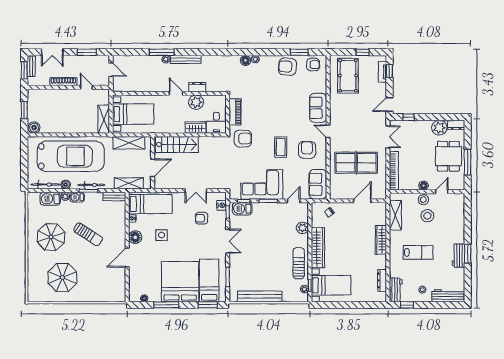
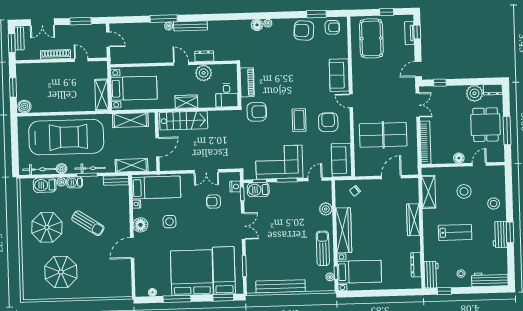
wardrobe: (196, 128) -> (186, 102), moved
stool: (423, 200) -> (494, 204), moved

